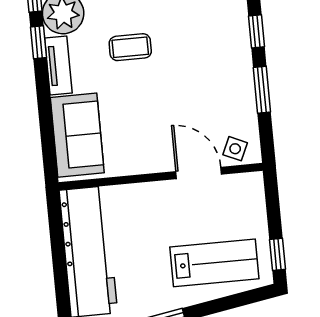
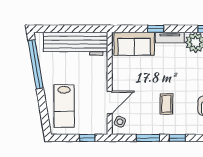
window: (38, 42) -> (156, 29), moved
coffee table: (130, 47) -> (166, 104), moved
window: (277, 254) -> (87, 138), moved

